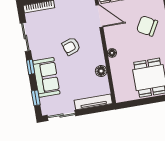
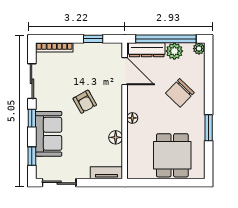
chair: (147, 26) -> (180, 93), turned -75
armchair: (71, 46) -> (85, 102), turned -100
tv unit: (93, 102) -> (106, 173), width x0.71

